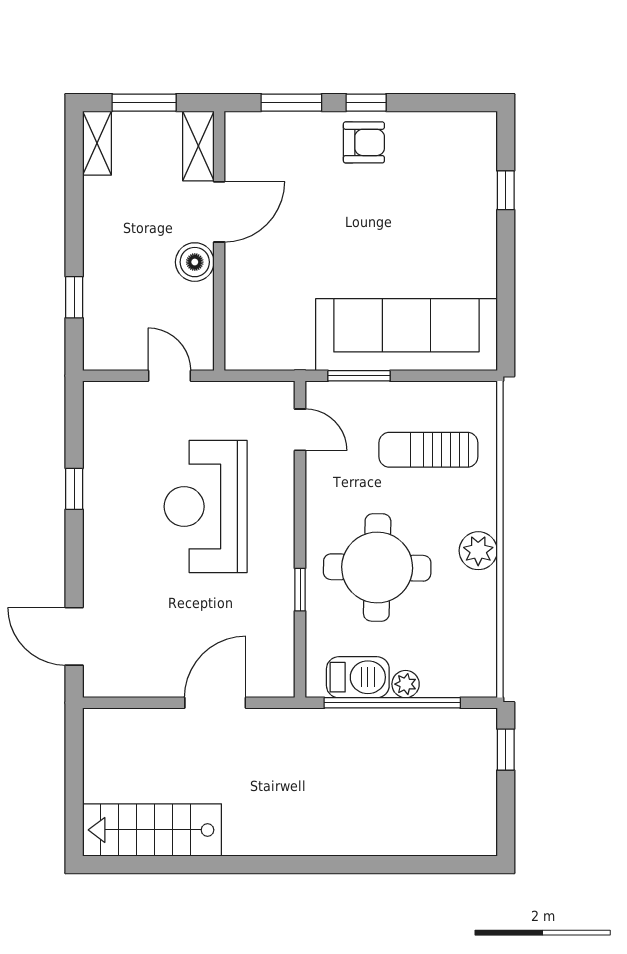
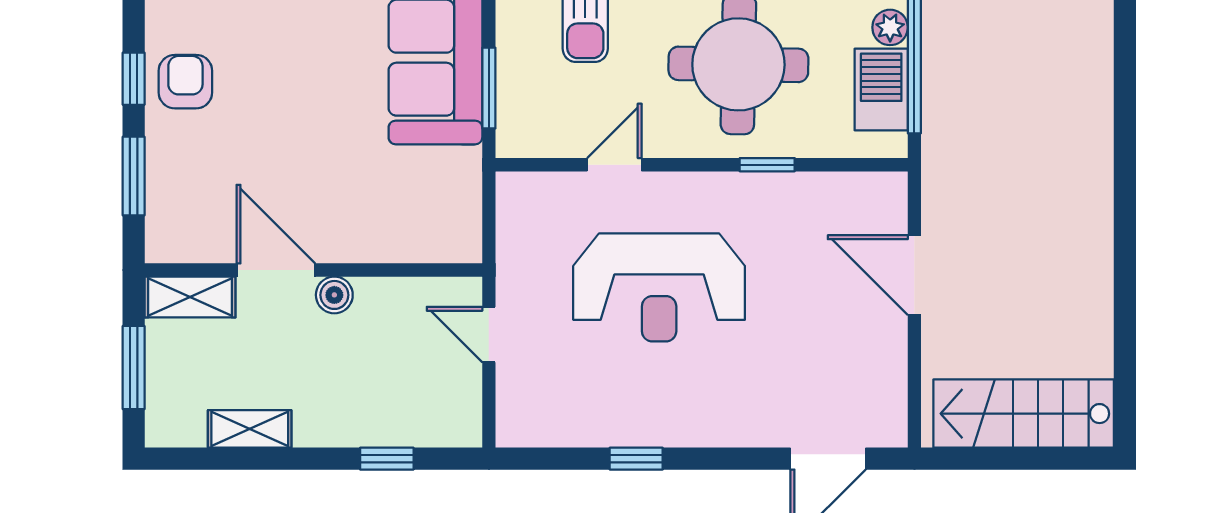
shelving: (97, 143) -> (250, 429), moved
boiler: (195, 262) -> (334, 295), width x0.73, depth x0.73
door: (169, 376) -> (489, 335), hinge flipped
door: (300, 430) -> (614, 165), moved
stairs: (152, 830) -> (1024, 414), moved, turned 90

